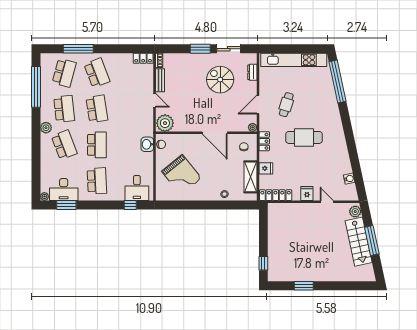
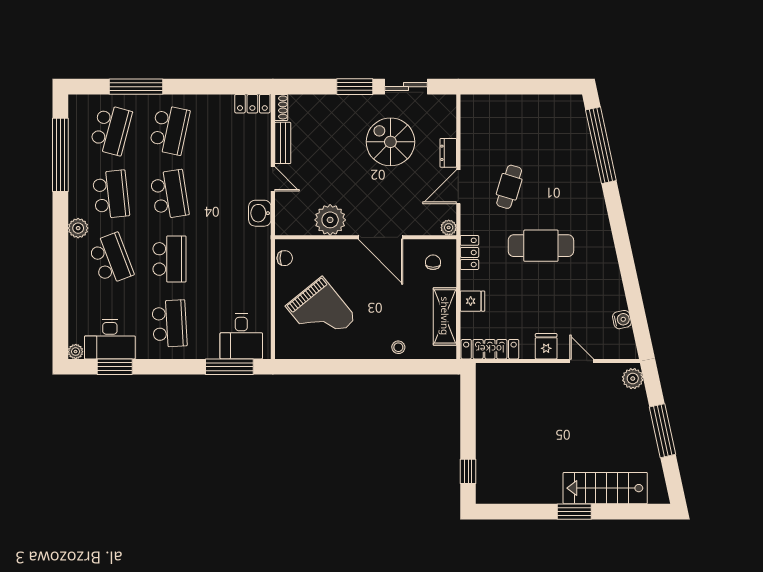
kitchen unit: (294, 60) -> (523, 106), removed
dresser: (252, 72) -> (448, 153), moved
school desk: (97, 73) -> (169, 130), turned 33
plant: (165, 123) -> (330, 220), moved
washbasin: (147, 144) -> (260, 213), moved
window: (130, 205) -> (229, 367), width x2.17
stairs: (359, 242) -> (605, 488), moved, turned 102
window: (304, 286) -> (574, 512), moved

